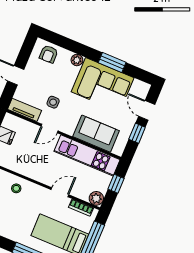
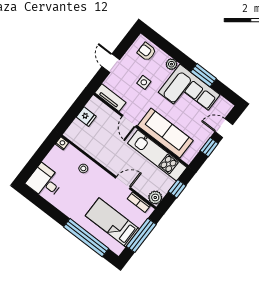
armchair: (49, 54) -> (147, 52), turned 91
side table: (53, 102) -> (144, 82), moved
door: (147, 110) -> (224, 128), hinge flipped
door: (50, 128) -> (129, 121), hinge flipped
sofa: (96, 134) -> (165, 133), width x1.36

